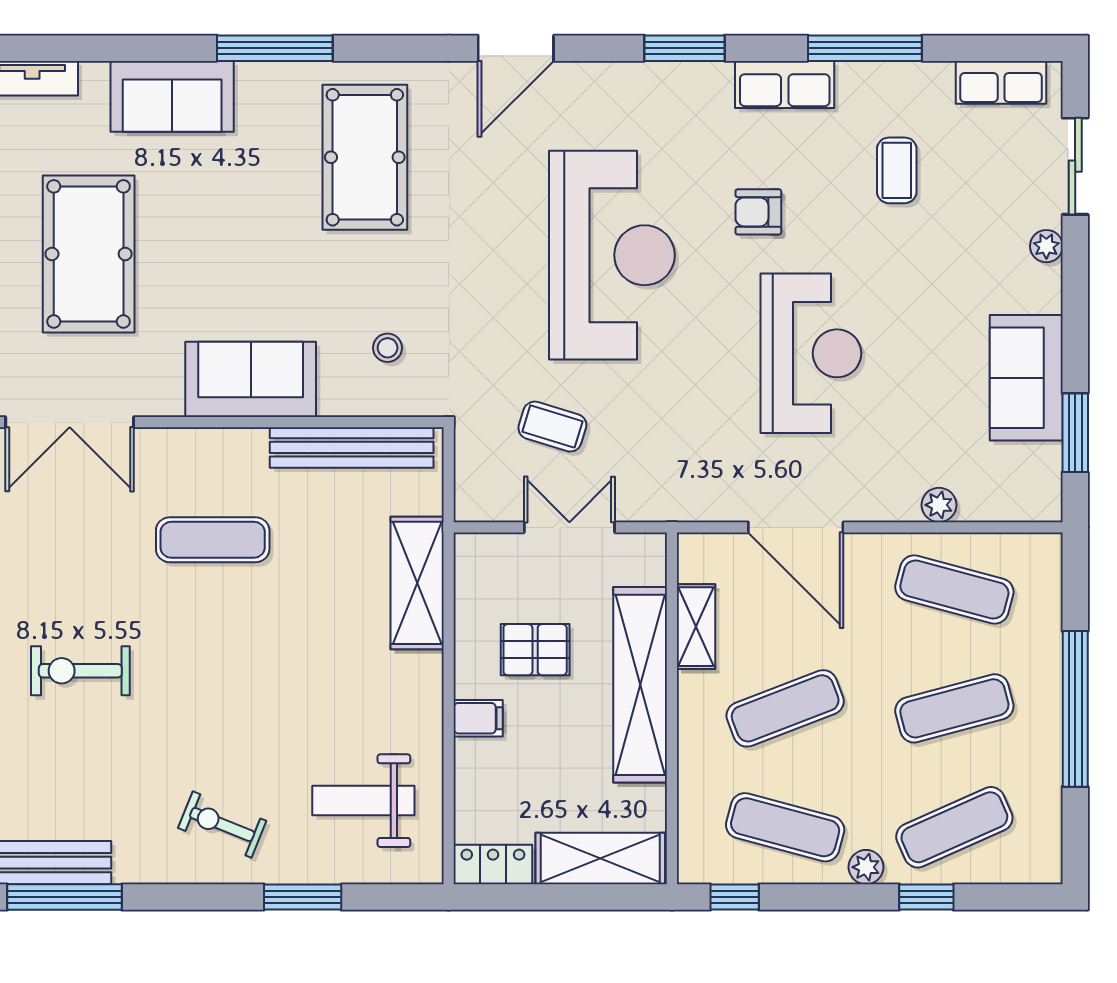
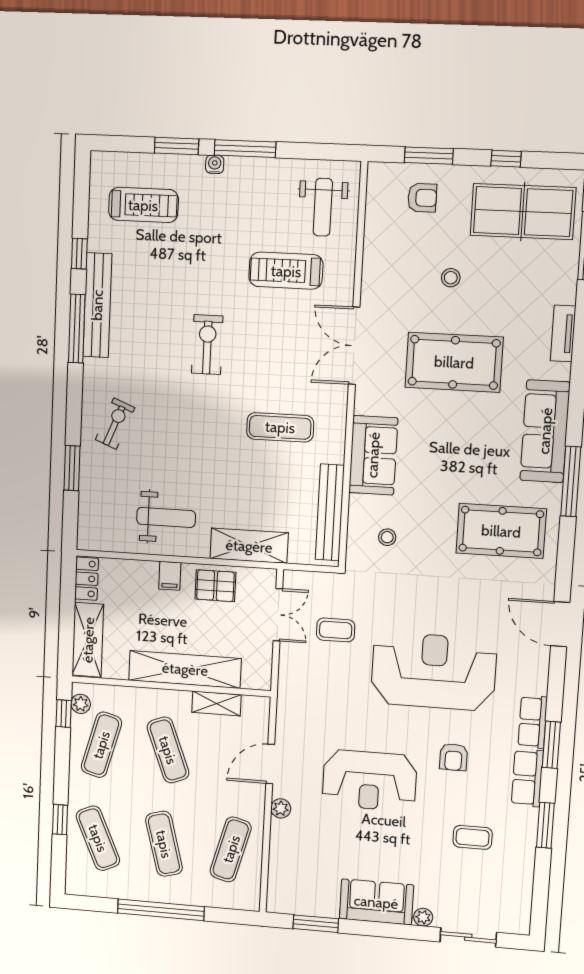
window: (685, 48) -> (551, 745), moved
window: (865, 48) -> (545, 825), width x0.69
row of seats: (1001, 82) -> (533, 722), moved
sofa: (172, 96) -> (545, 431), width x1.36
armchair: (758, 212) -> (454, 757), turned 180
reception desk: (612, 255) -> (434, 671), turned 180
sofa: (1026, 378) -> (376, 902), moved
coffee table: (552, 427) -> (336, 630), turned 73
plant: (939, 505) -> (281, 808), moved
double door: (569, 527) -> (278, 615), moved
door: (796, 527) -> (270, 764), width x0.73
exercise mat: (213, 540) -> (280, 427), turned 90
pallet: (535, 650) -> (215, 586), moved, turned 90
weight bench: (363, 801) -> (166, 517), moved, turned 90
plant: (866, 867) -> (81, 704), moved

